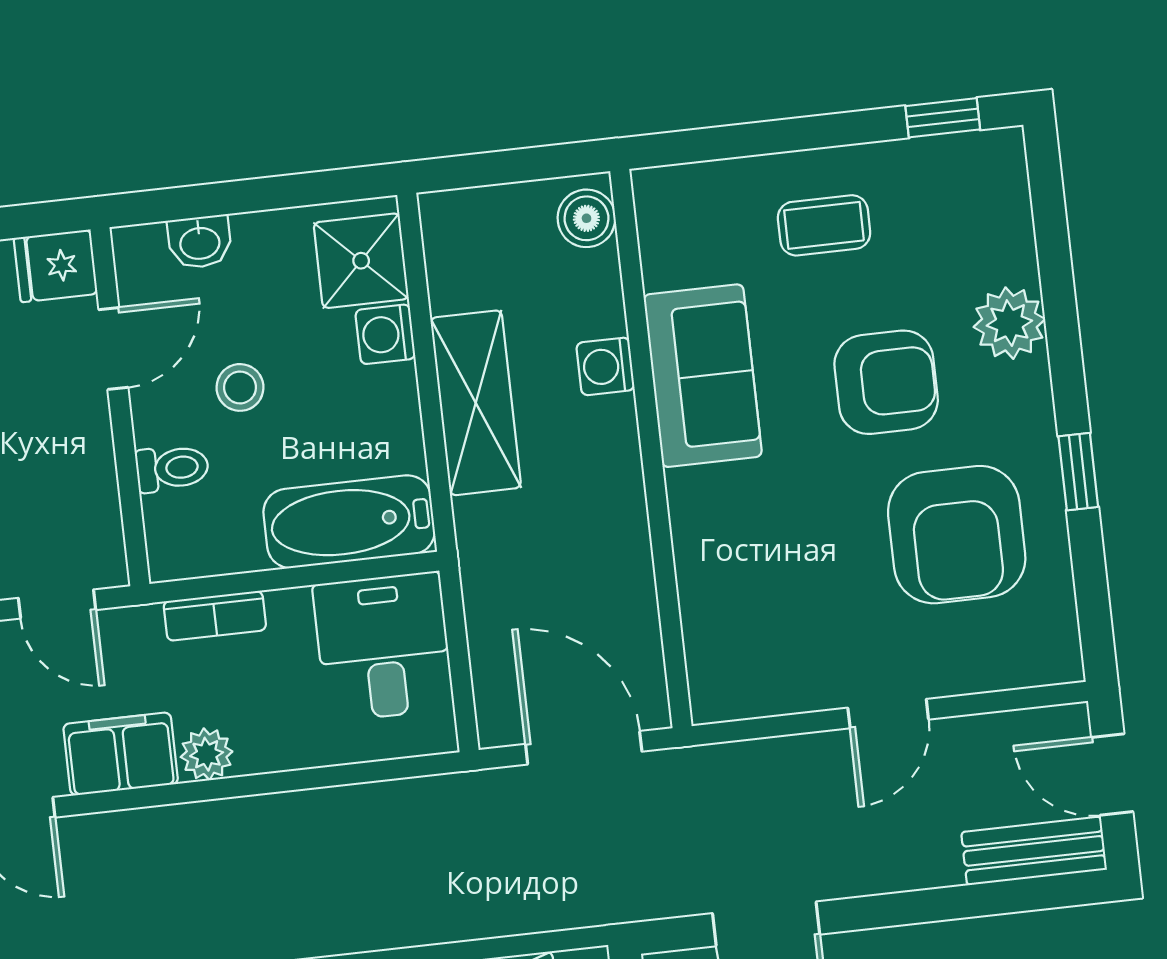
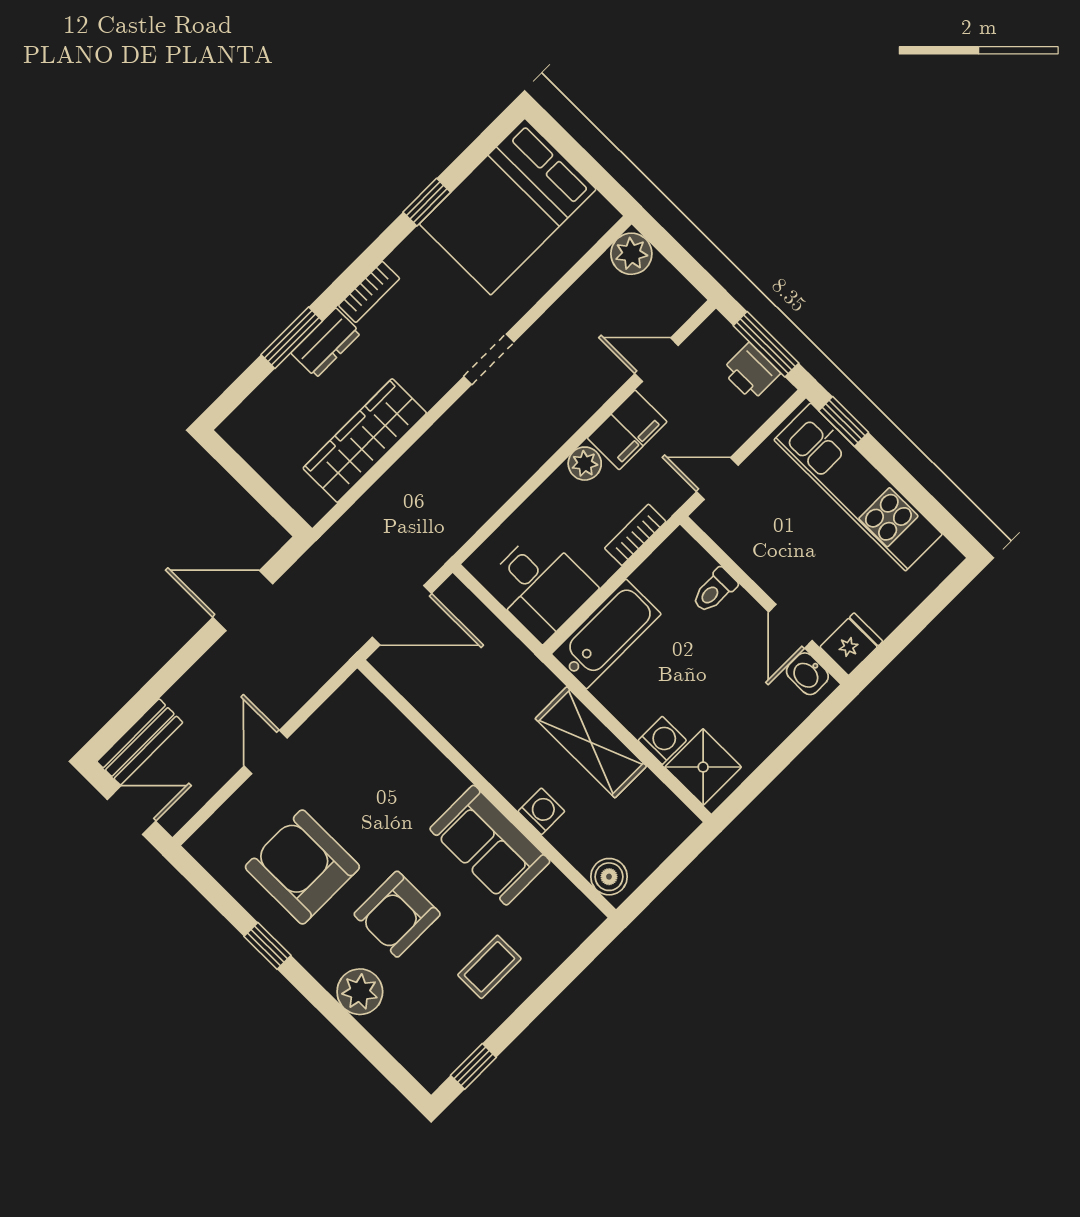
washbasin: (200, 242) -> (807, 674), moved, turned -90
stool: (240, 387) -> (713, 657), removed

